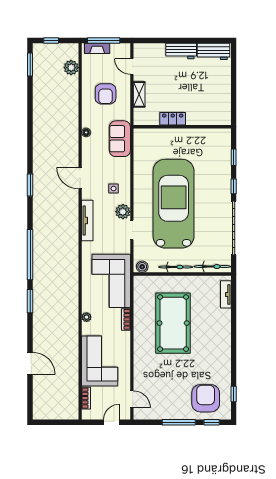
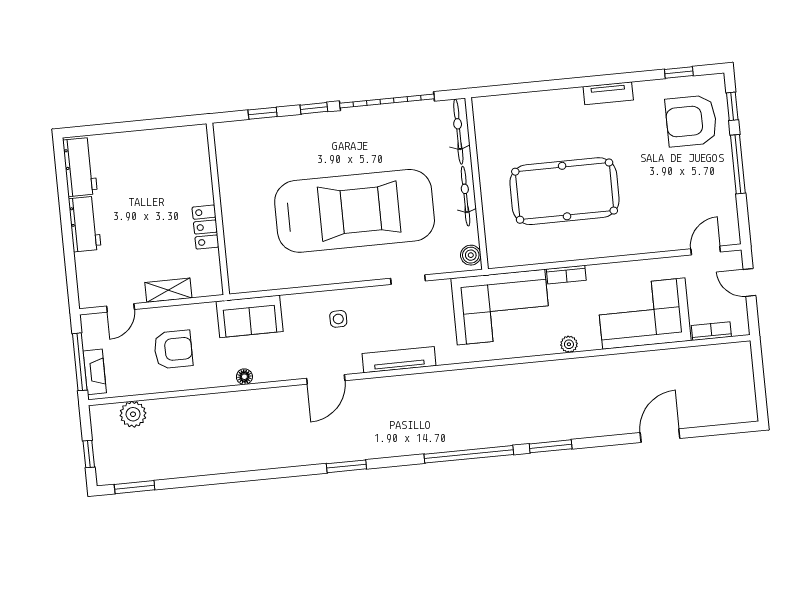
car: (174, 204) -> (355, 211), turned 180
plant: (123, 212) -> (377, 299), removed
tv unit: (226, 294) -> (608, 93), moved

